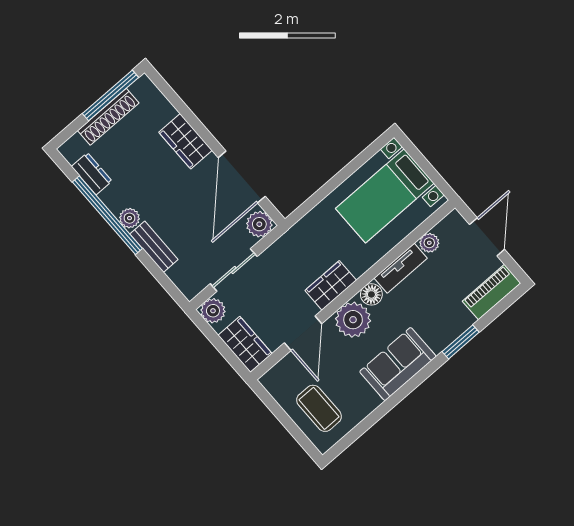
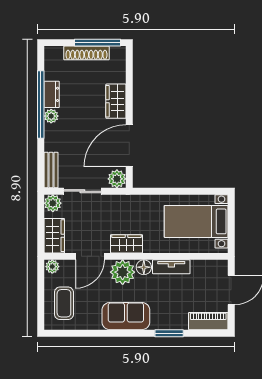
dresser: (92, 174) -> (52, 94), moved
plant: (429, 243) -> (52, 267), moved
bench: (154, 247) -> (51, 170), moved

